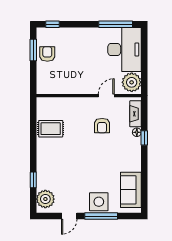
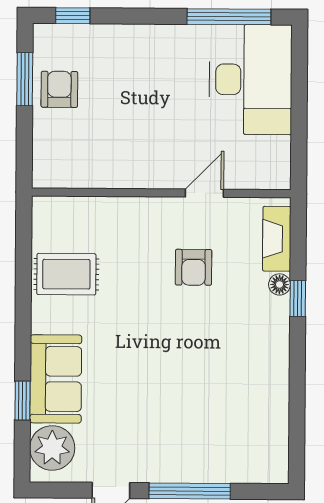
plant: (132, 82) -> (267, 161), removed
sofa: (131, 190) -> (56, 379), moved, turned 180
side table: (99, 202) -> (184, 456), removed

